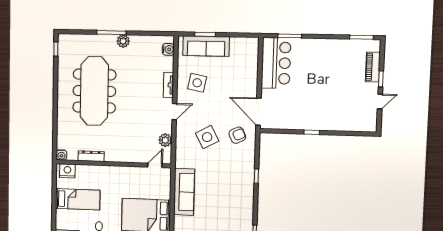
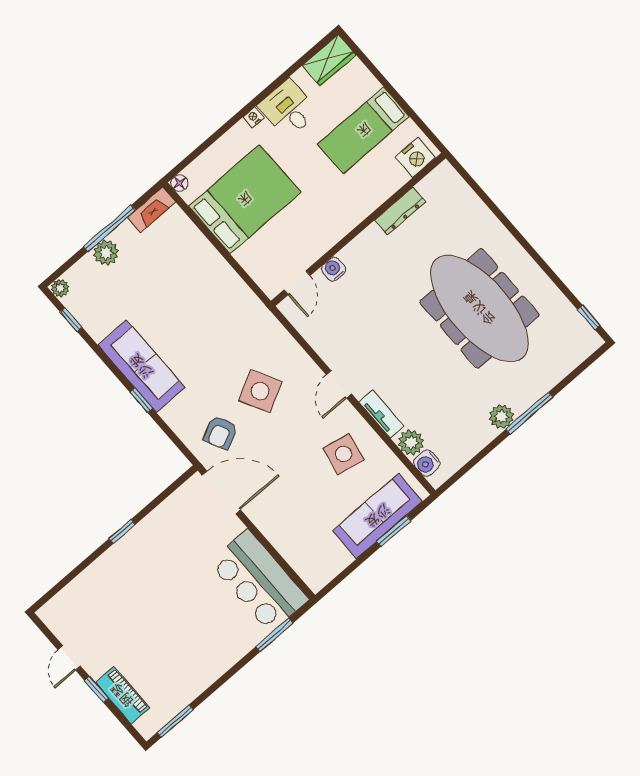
plant: (165, 140) -> (411, 443), moved
water cooler: (61, 155) -> (334, 269), moved
sofa: (184, 192) -> (141, 366), moved, turned 180

